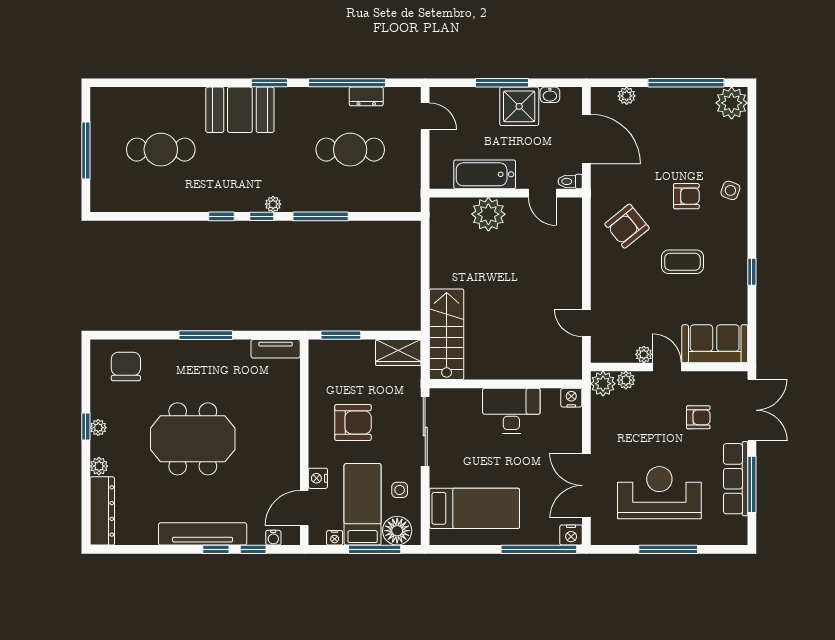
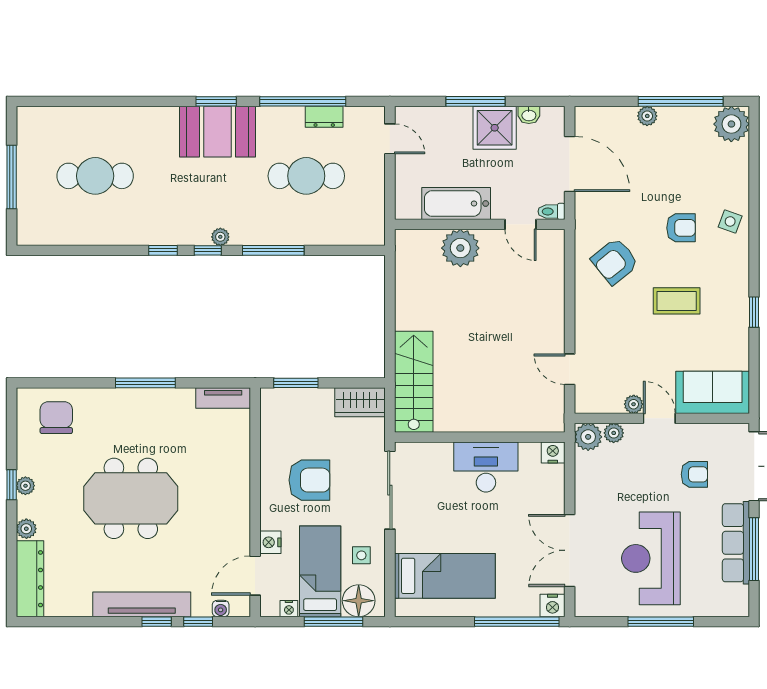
plant: (627, 96) -> (647, 116), moved
booth: (240, 110) -> (217, 132), moved
reception desk: (659, 493) -> (651, 558), turned -90

